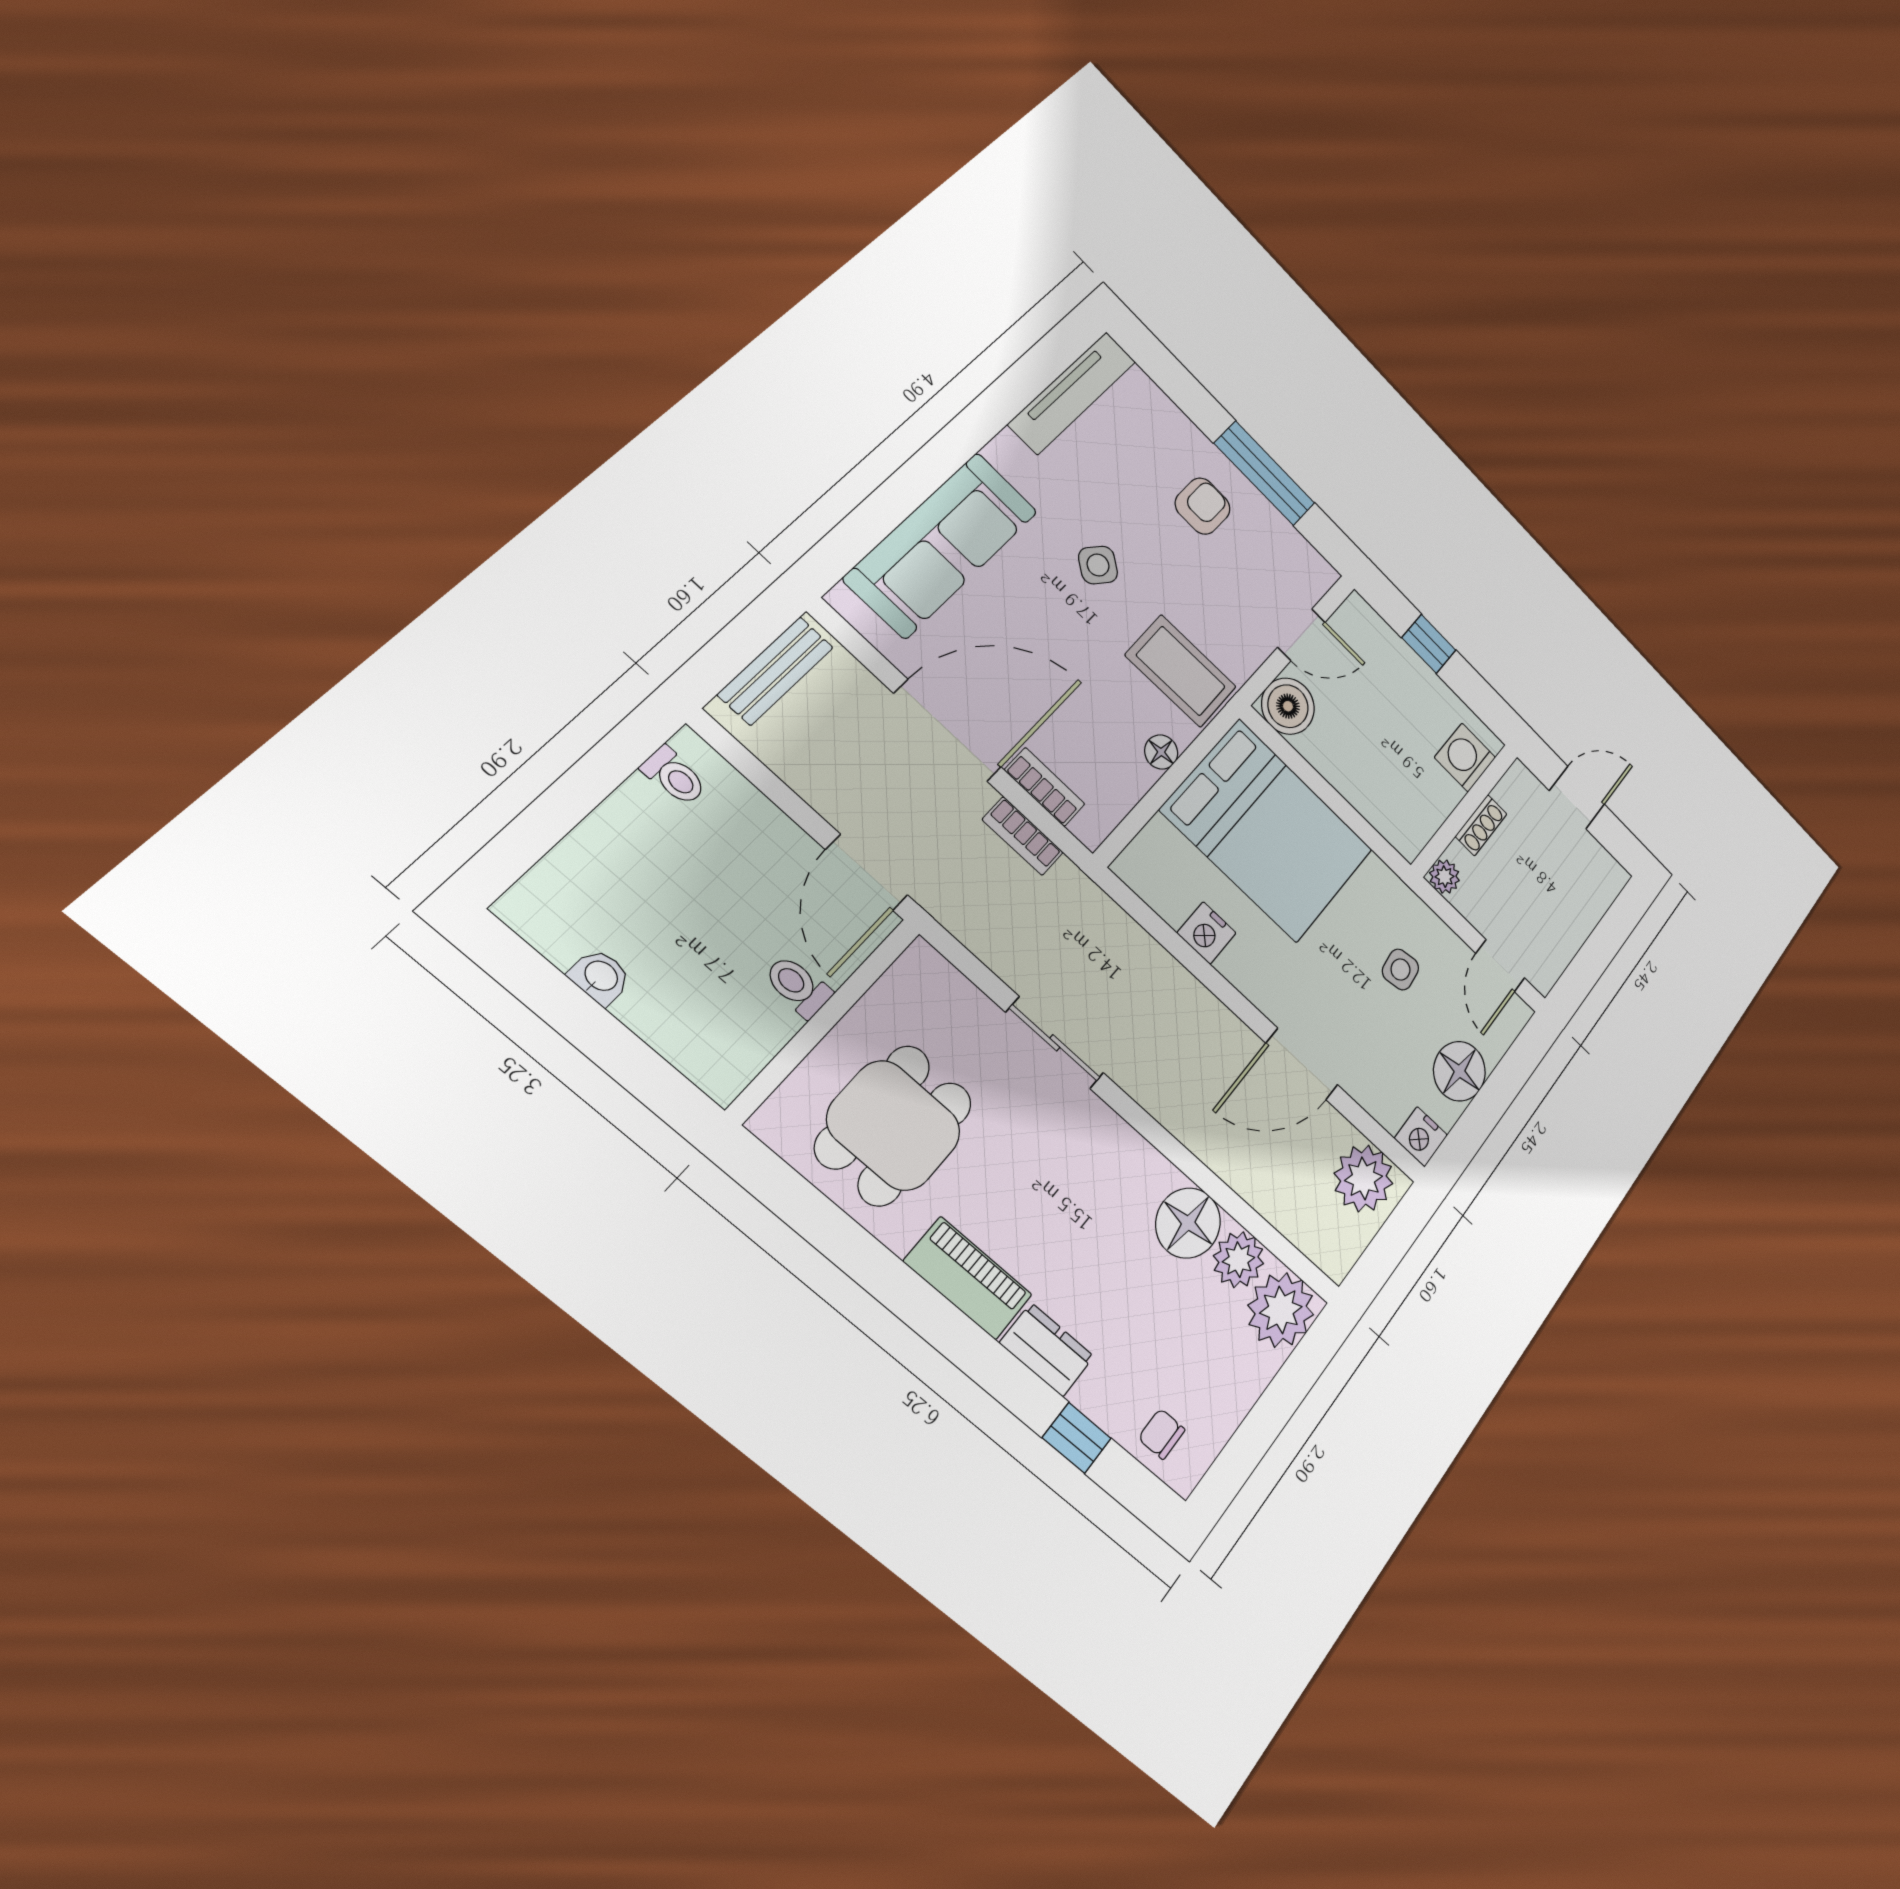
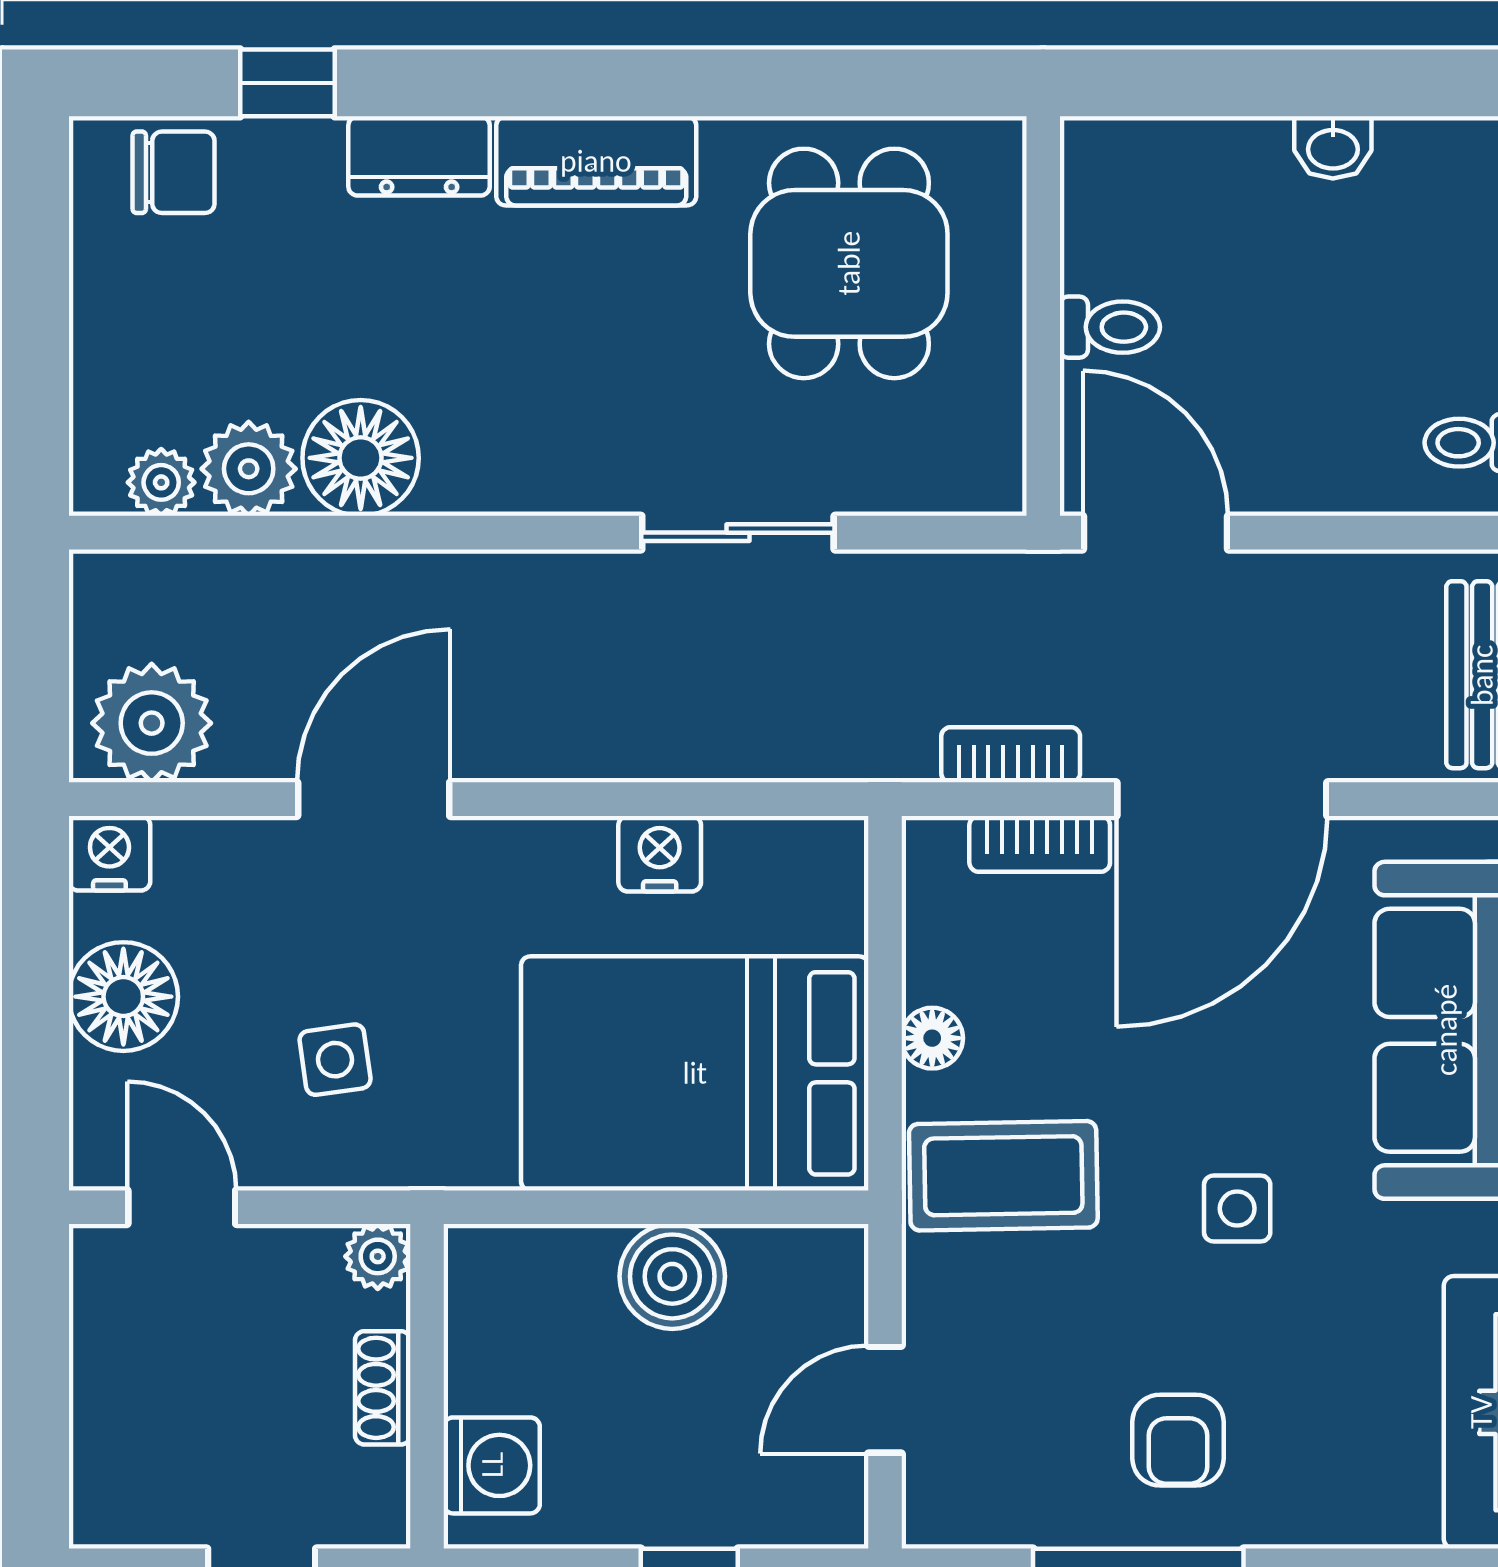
side table: (1098, 565) -> (1237, 1209), turned -37
boiler: (1288, 706) -> (672, 1276), moved
plant: (1281, 1310) -> (161, 482), width x0.53, depth x0.53
chair: (1162, 1434) -> (174, 172), width x1.37, depth x1.37

